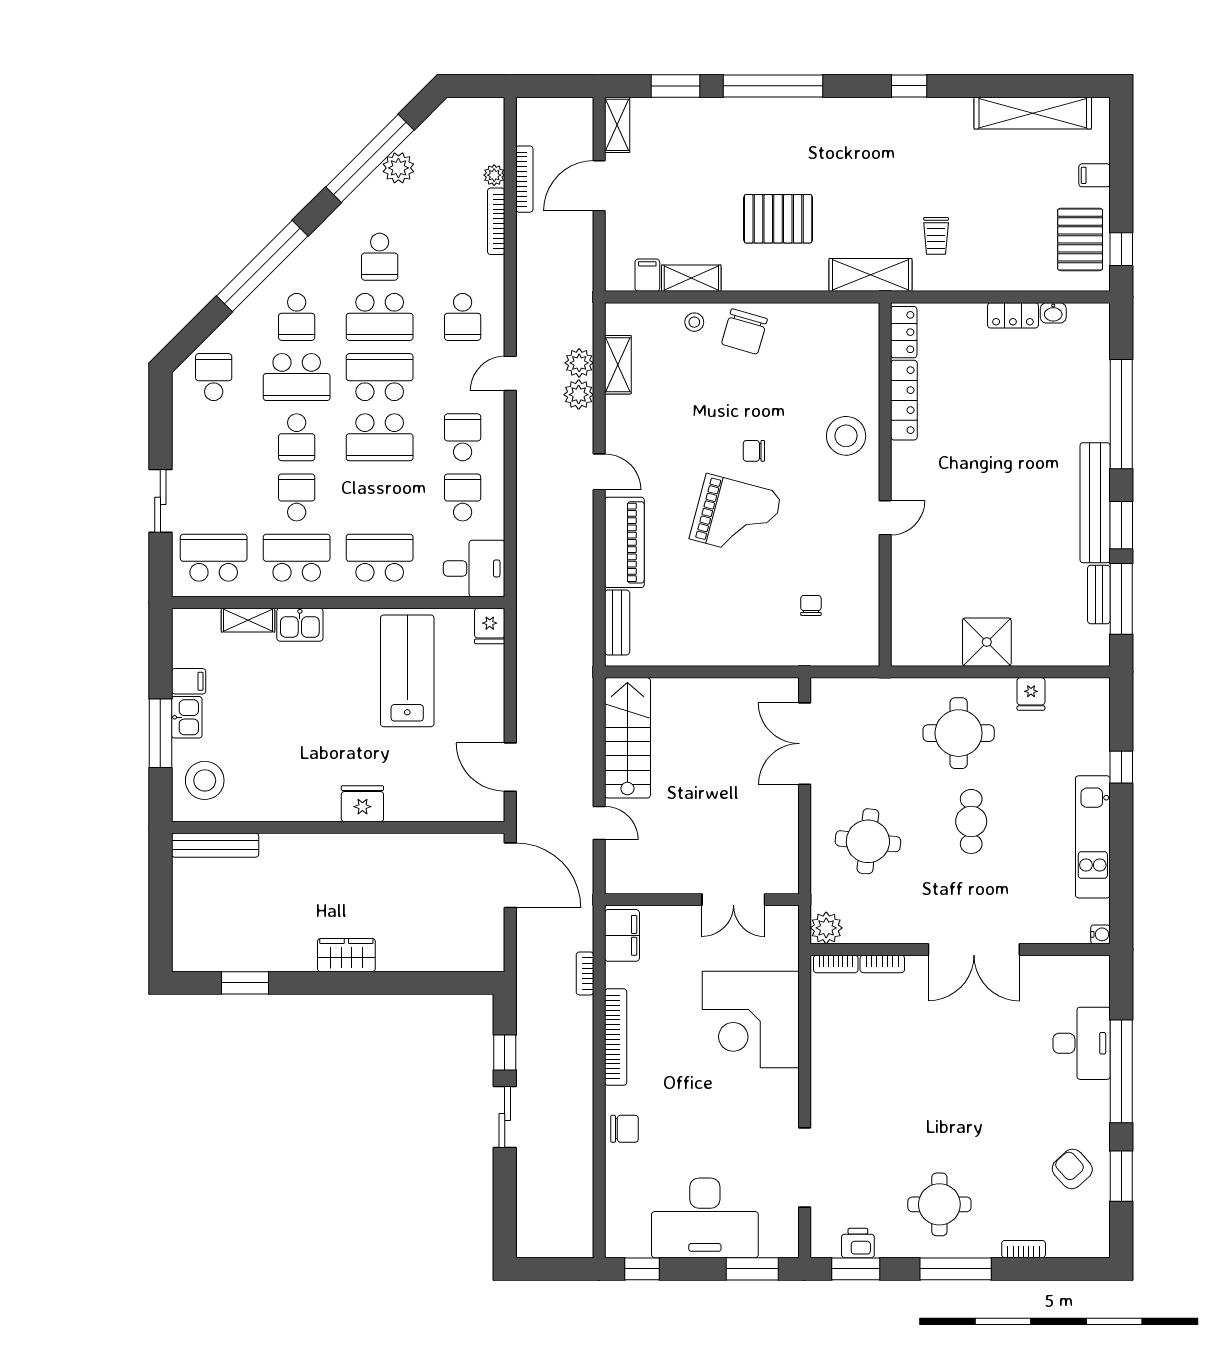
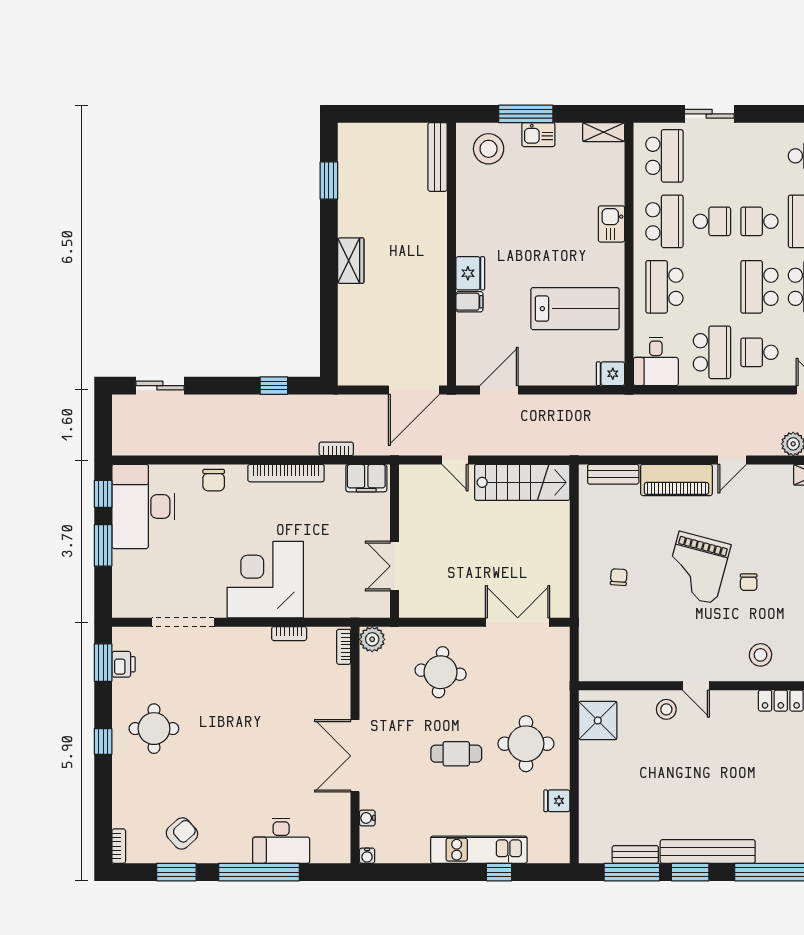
stool: (846, 436) -> (761, 655), width x0.73, depth x0.73
school desk: (463, 437) -> (759, 352), turned 180
chair: (754, 451) -> (749, 582), turned 180
school desk: (463, 497) -> (712, 352), width x1.85
stool: (915, 555) -> (666, 709), added
school desk: (380, 558) -> (664, 287), turned 180
chair: (811, 605) -> (619, 577), moved, turned -86
shelving: (248, 620) -> (604, 132), moved, turned 90
shower: (987, 642) -> (598, 721), moved
filing cabinet: (189, 681) -> (469, 302), moved, turned -90
door: (599, 823) -> (455, 460), hinge flipped
kitchen unit: (1093, 837) -> (479, 850), moved
water cooler: (1053, 934) -> (367, 818), added
bookcase: (882, 964) -> (289, 634), moved, turned -90
corner desk: (751, 1019) -> (265, 580), moved
sliding door: (505, 1117) -> (160, 386), moved
desk: (705, 1218) -> (143, 506), moved
bookcase: (1024, 1249) -> (119, 846), moved
window: (752, 1269) -> (103, 545), moved
window: (956, 1269) -> (103, 741), width x0.46

